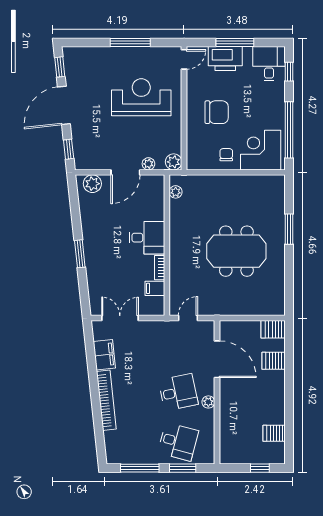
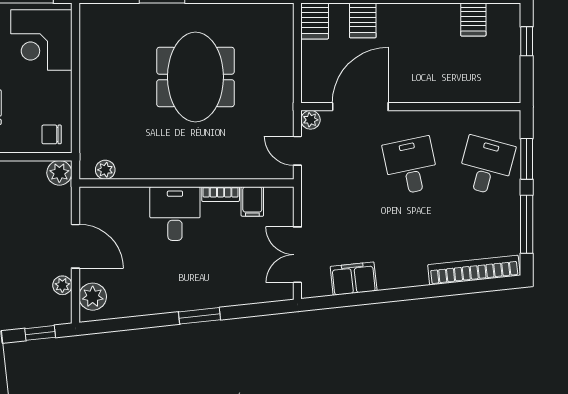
chair: (226, 155) -> (52, 134), moved
plant: (148, 164) -> (62, 285), moved
bookcase: (106, 400) -> (474, 270), moved
plant: (208, 402) -> (311, 120), moved

